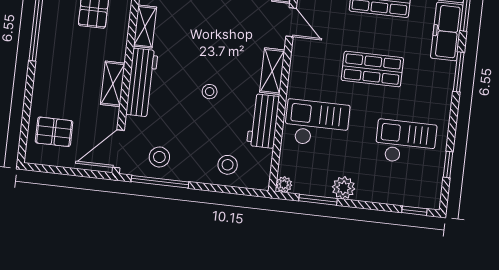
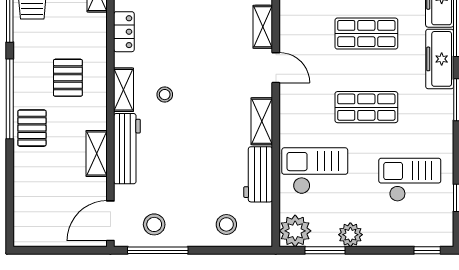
stool: (210, 92) -> (165, 95), moved
pallet: (54, 132) -> (32, 128), moved, turned 90
plant: (284, 184) -> (295, 231), width x1.87, depth x1.87

